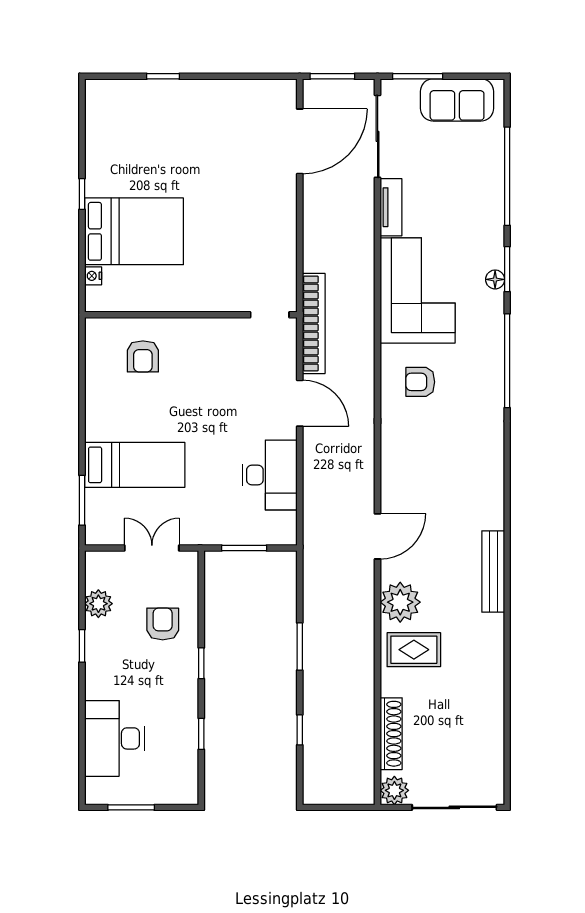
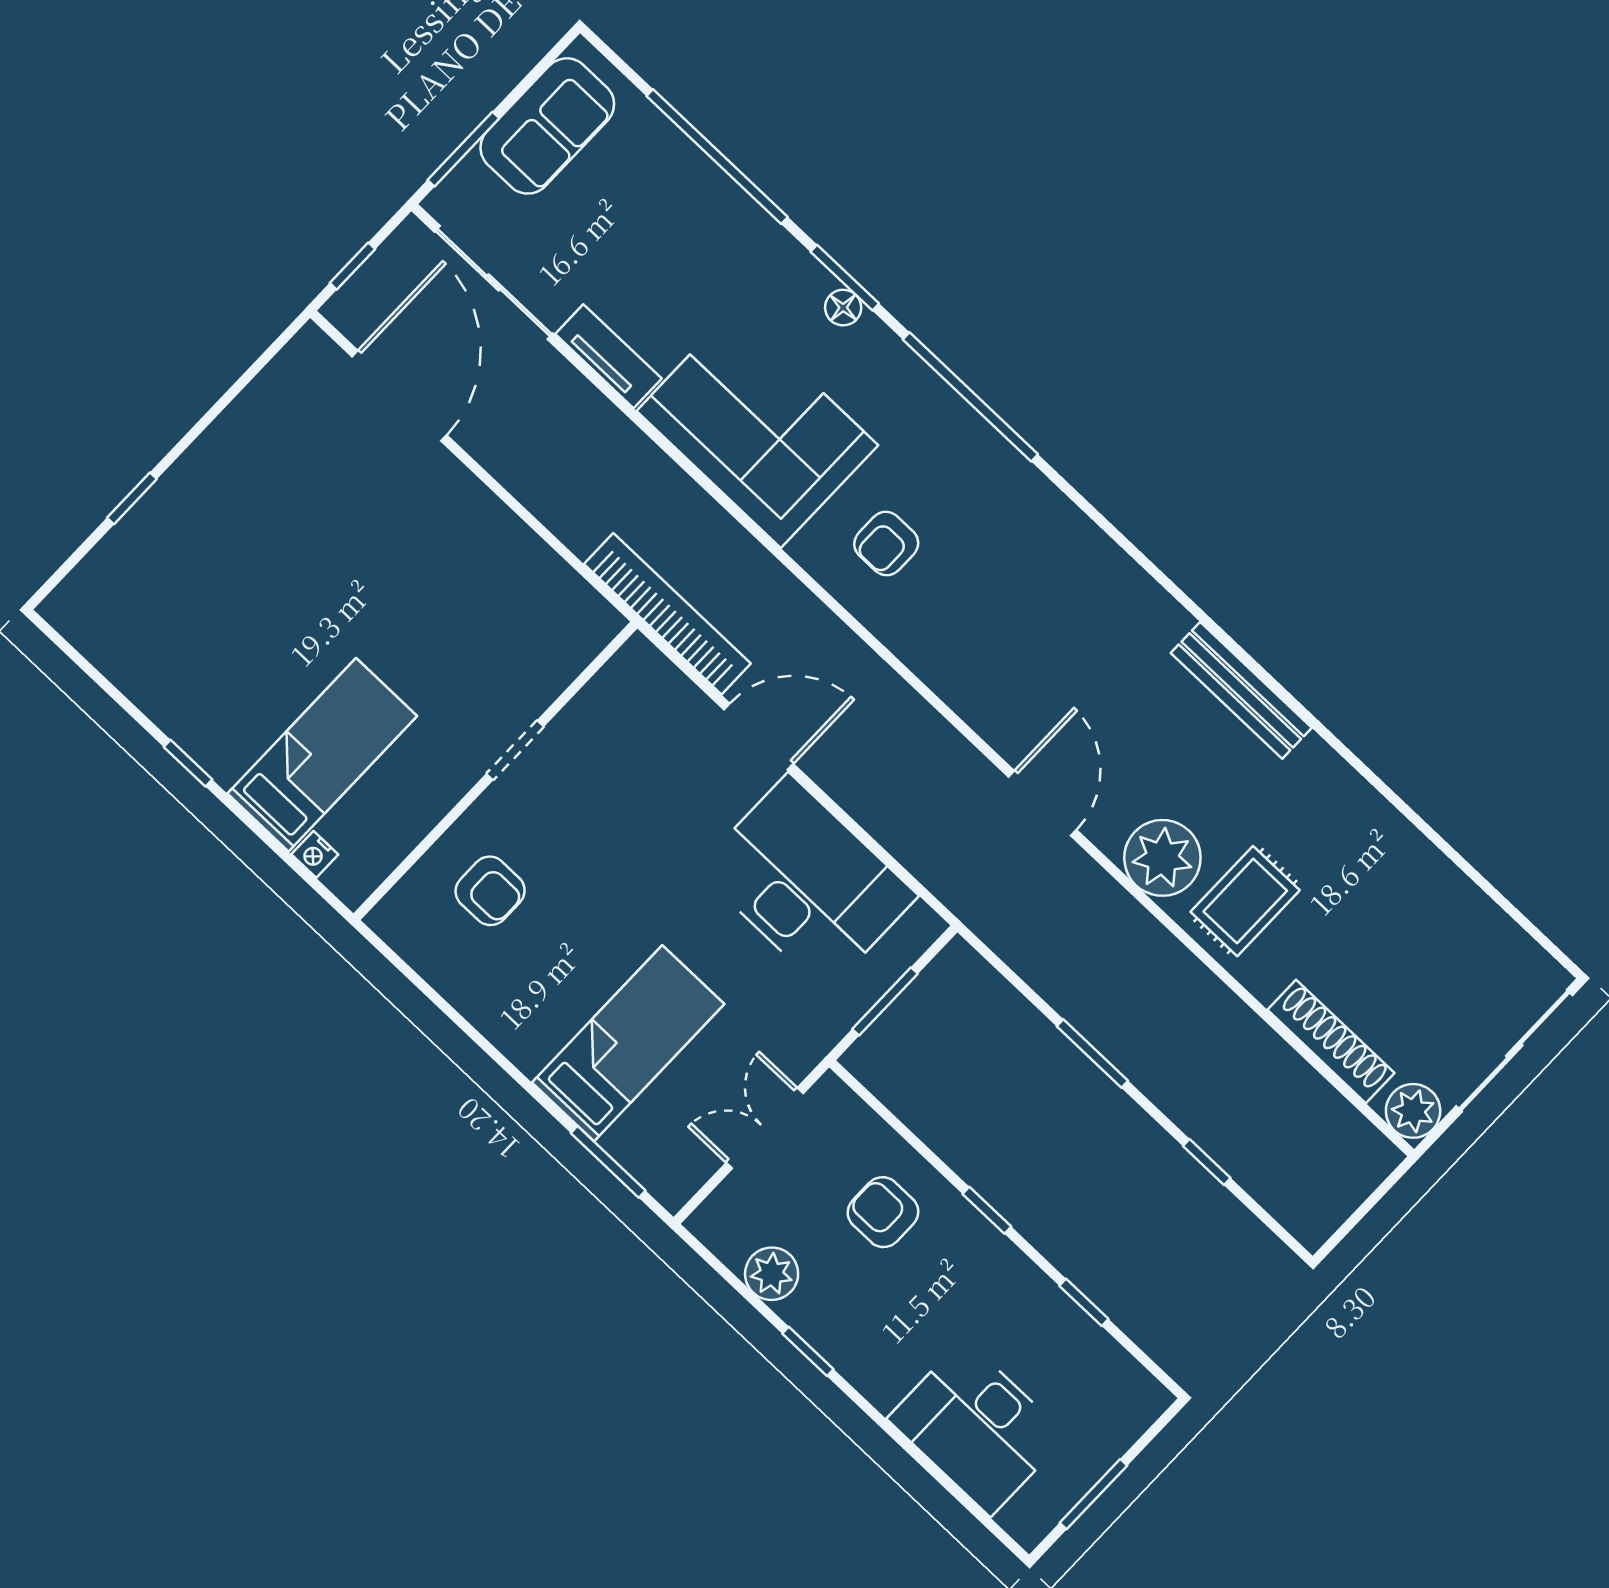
window: (332, 76) -> (352, 266), width x0.67
bed: (134, 231) -> (322, 755), width x0.67
doorway: (270, 315) -> (515, 750), moved
desk: (270, 475) -> (807, 883), width x1.36, depth x1.30

